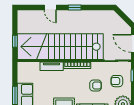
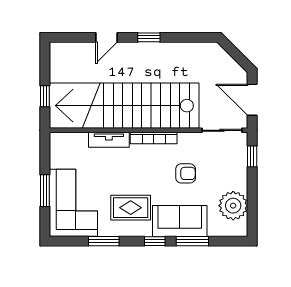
door: (50, 8) -> (107, 37), hinge flipped
armchair: (117, 81) -> (223, 166), removed

